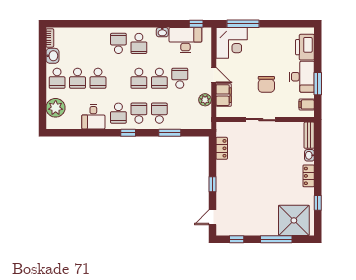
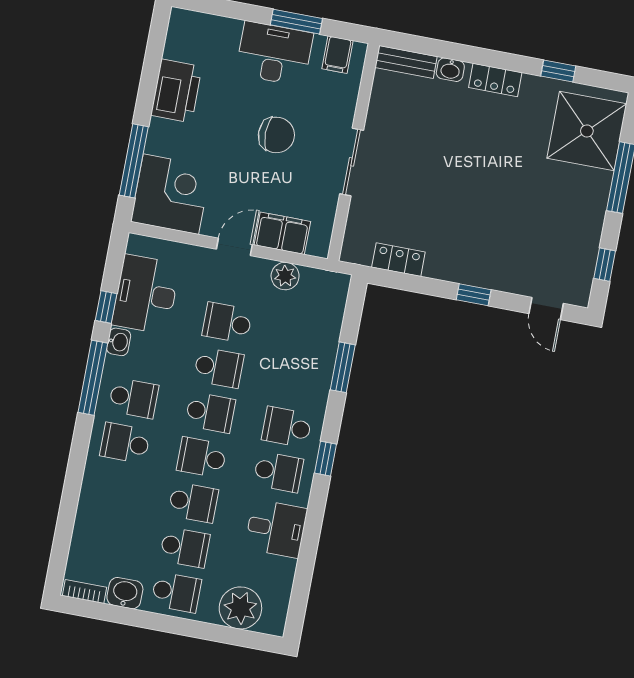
window: (144, 24) -> (93, 378), added
window: (196, 24) -> (106, 307), moved
printer: (305, 47) -> (176, 91), moved, turned -90
school desk: (159, 113) -> (202, 457), moved

